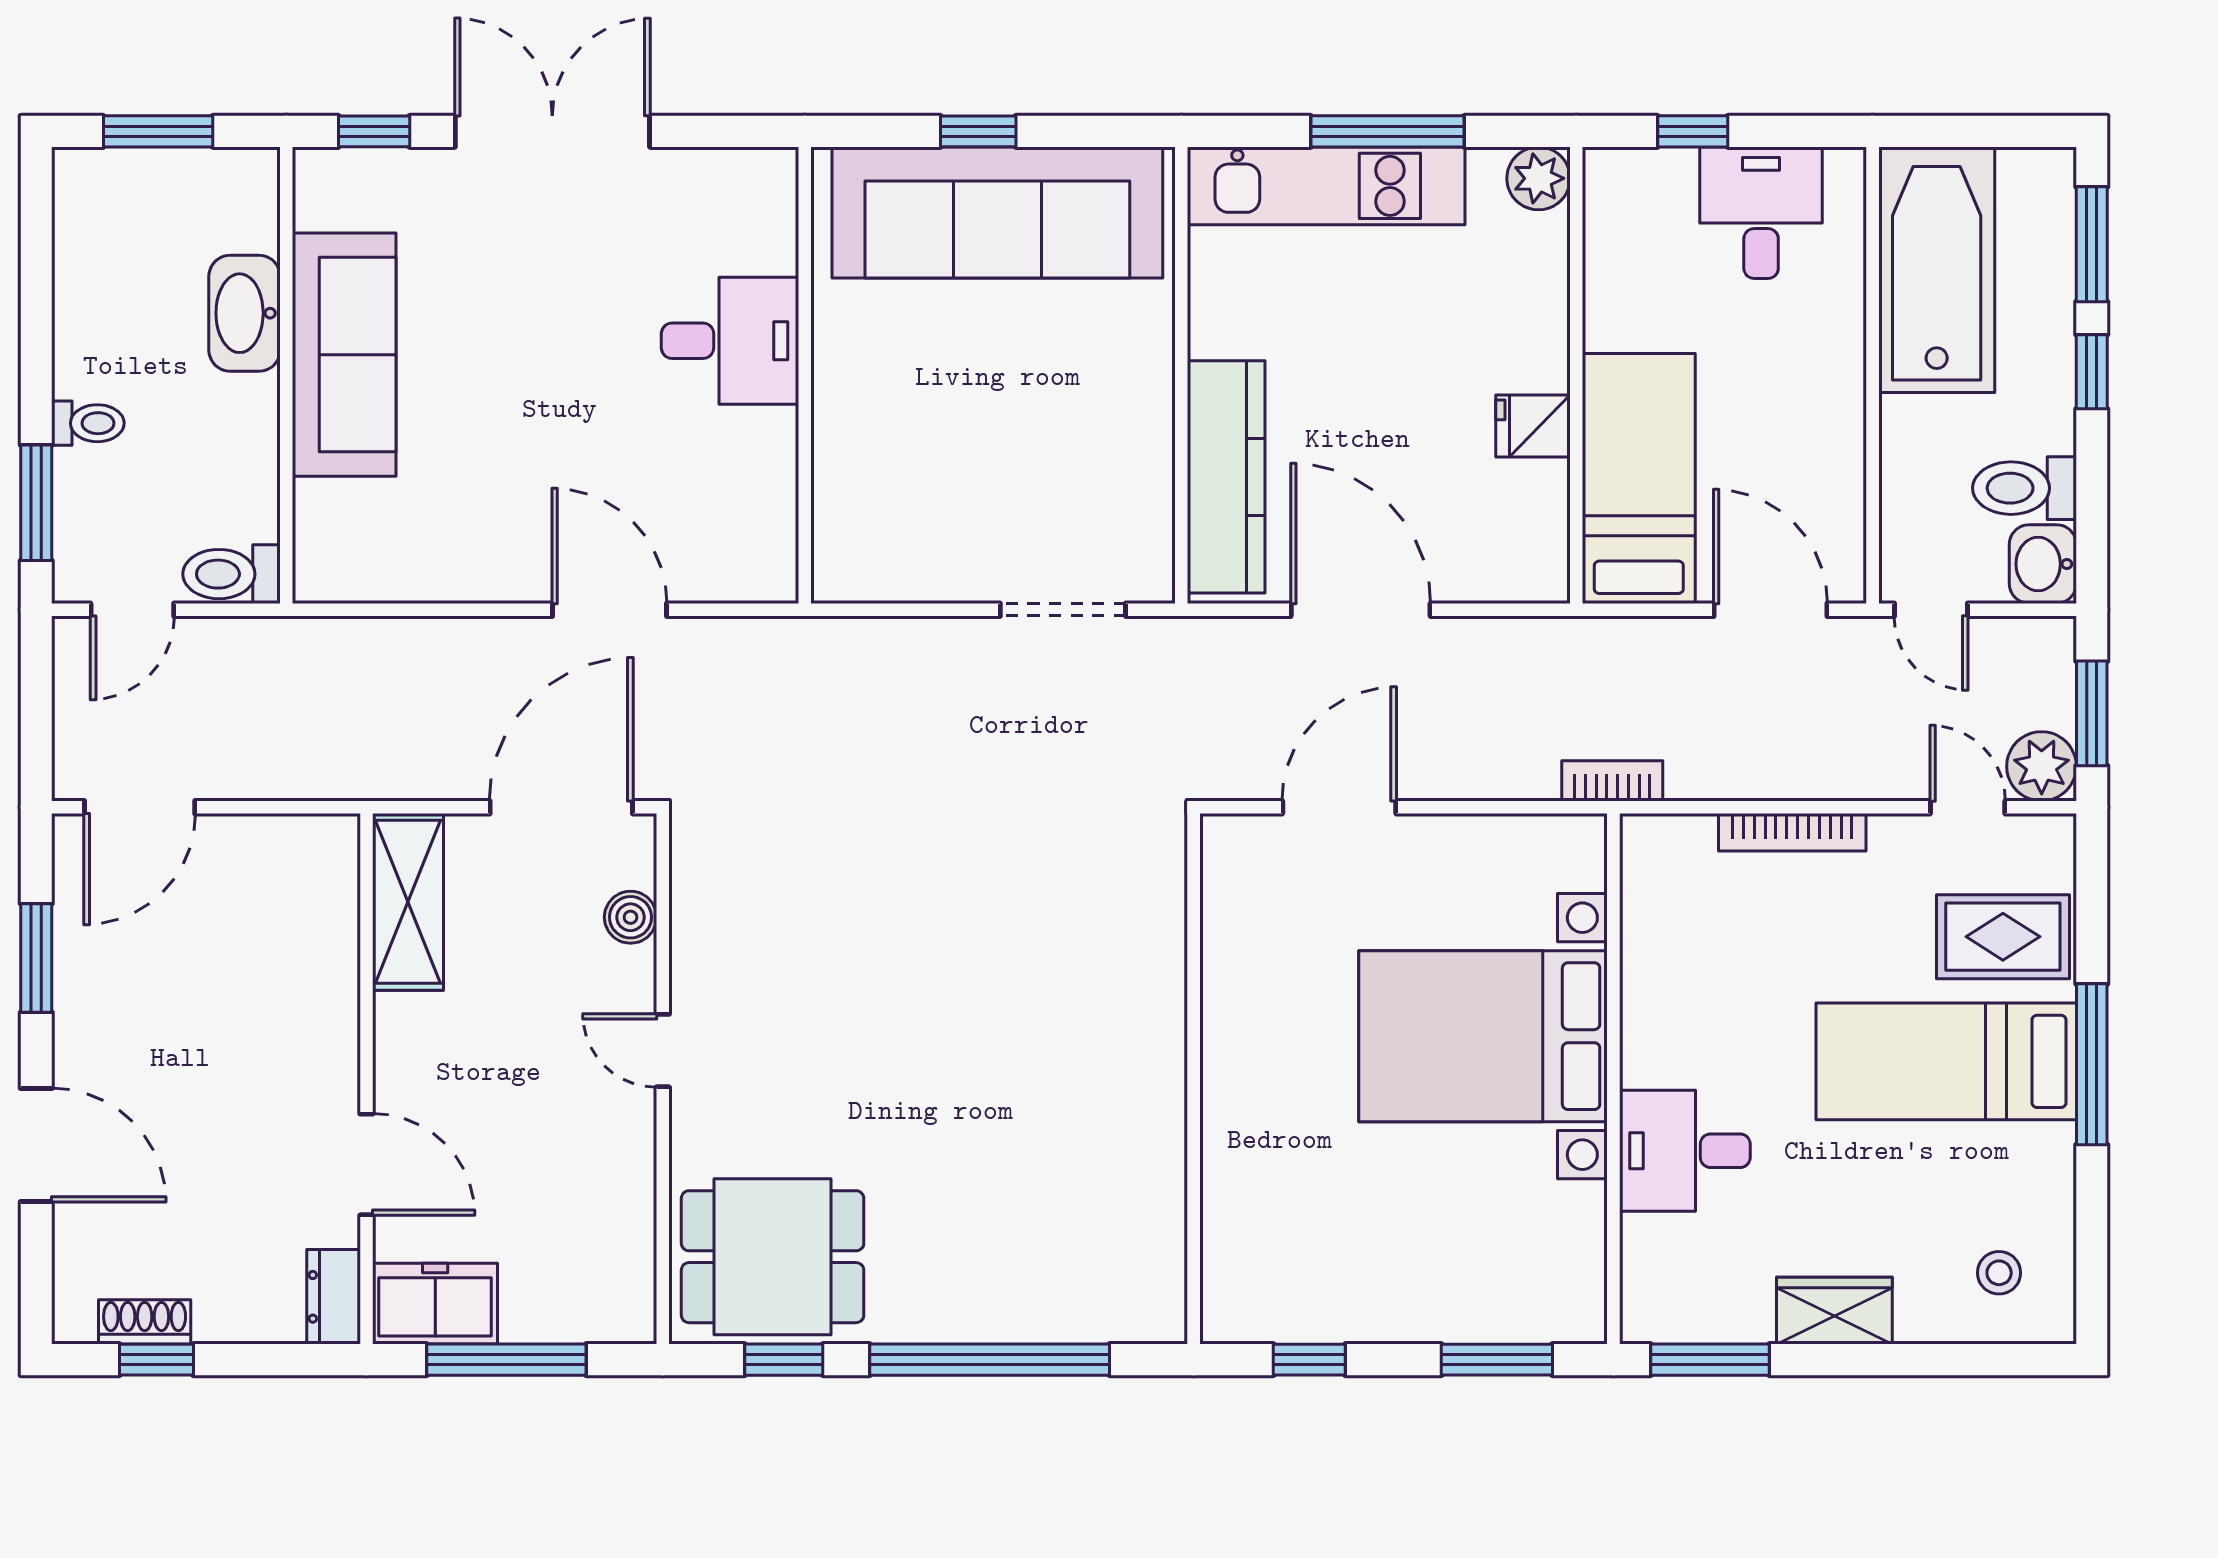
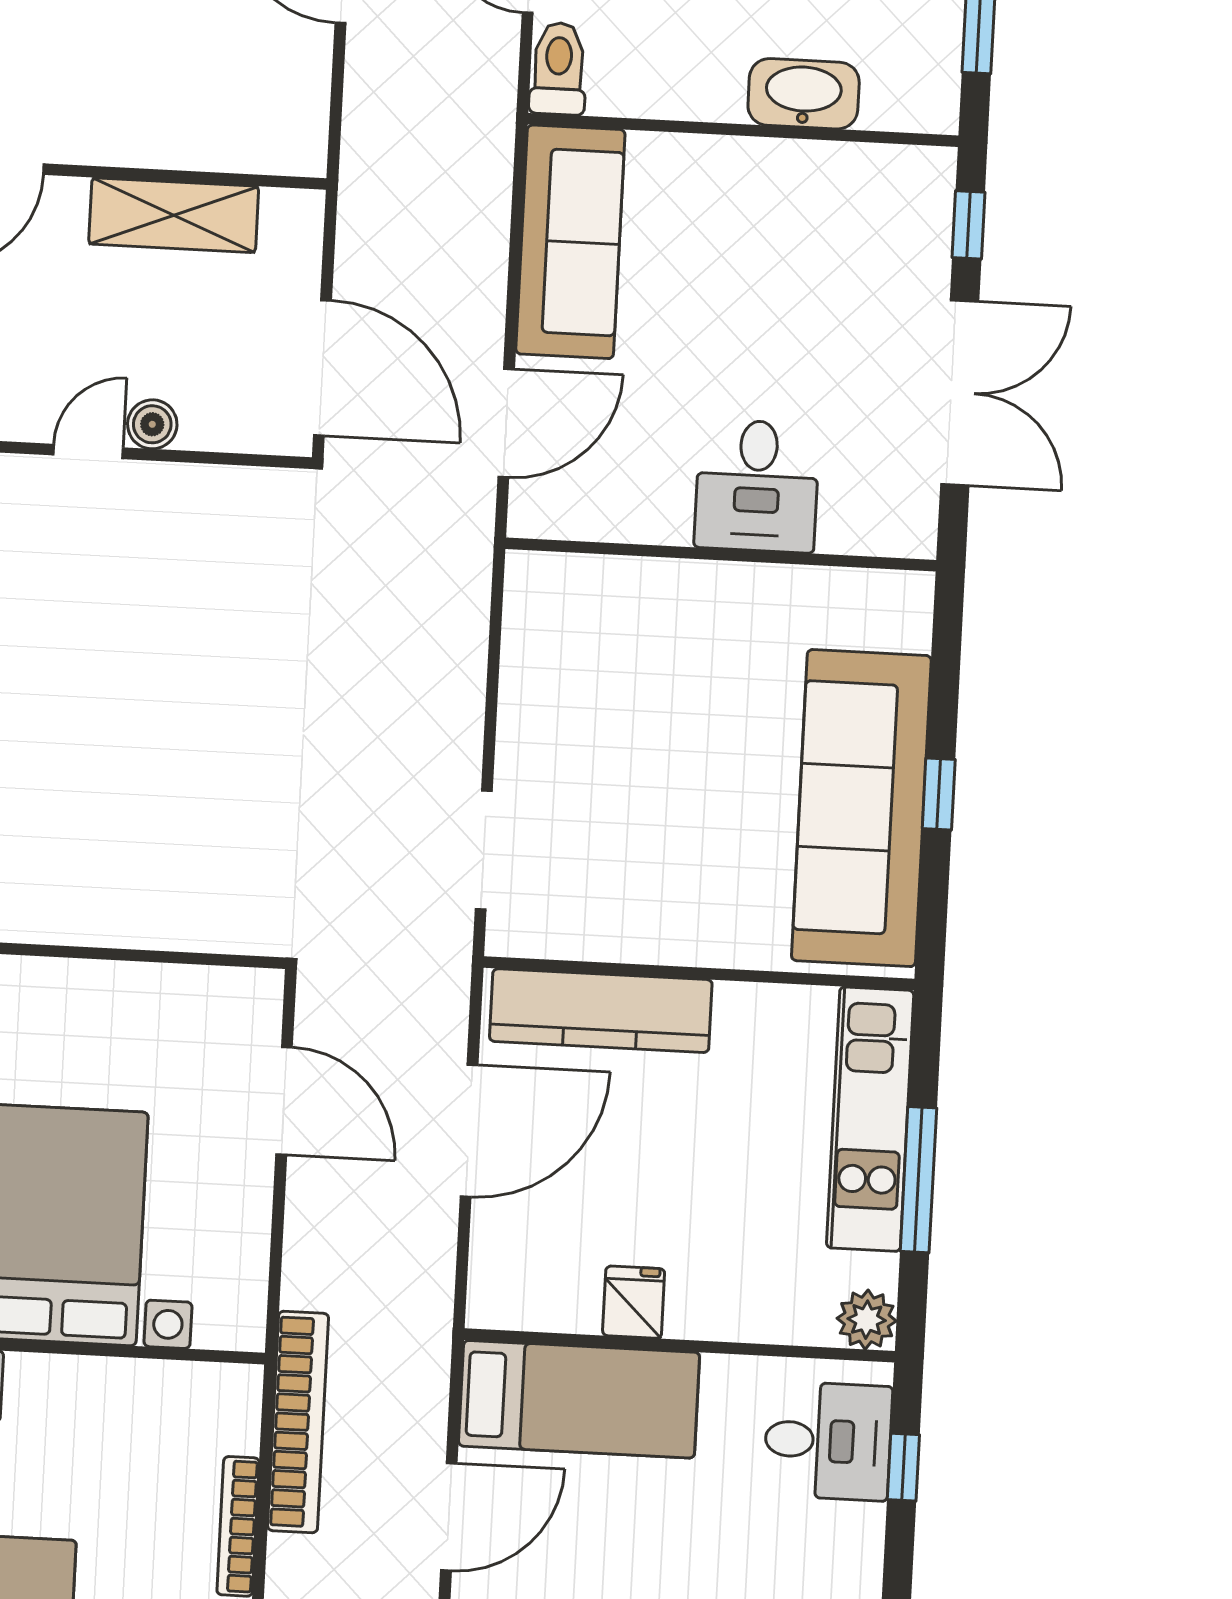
desk: (1761, 213) -> (828, 1441), moved
desk: (730, 341) -> (757, 486), moved
sofa: (344, 355) -> (570, 242), moved, turned -90
wall: (805, 375) -> (721, 555), moved
bookcase: (1612, 781) -> (298, 1422), width x2.31, depth x1.31
shelving: (408, 902) -> (174, 215), moved
boiler: (631, 917) -> (152, 424), moved

